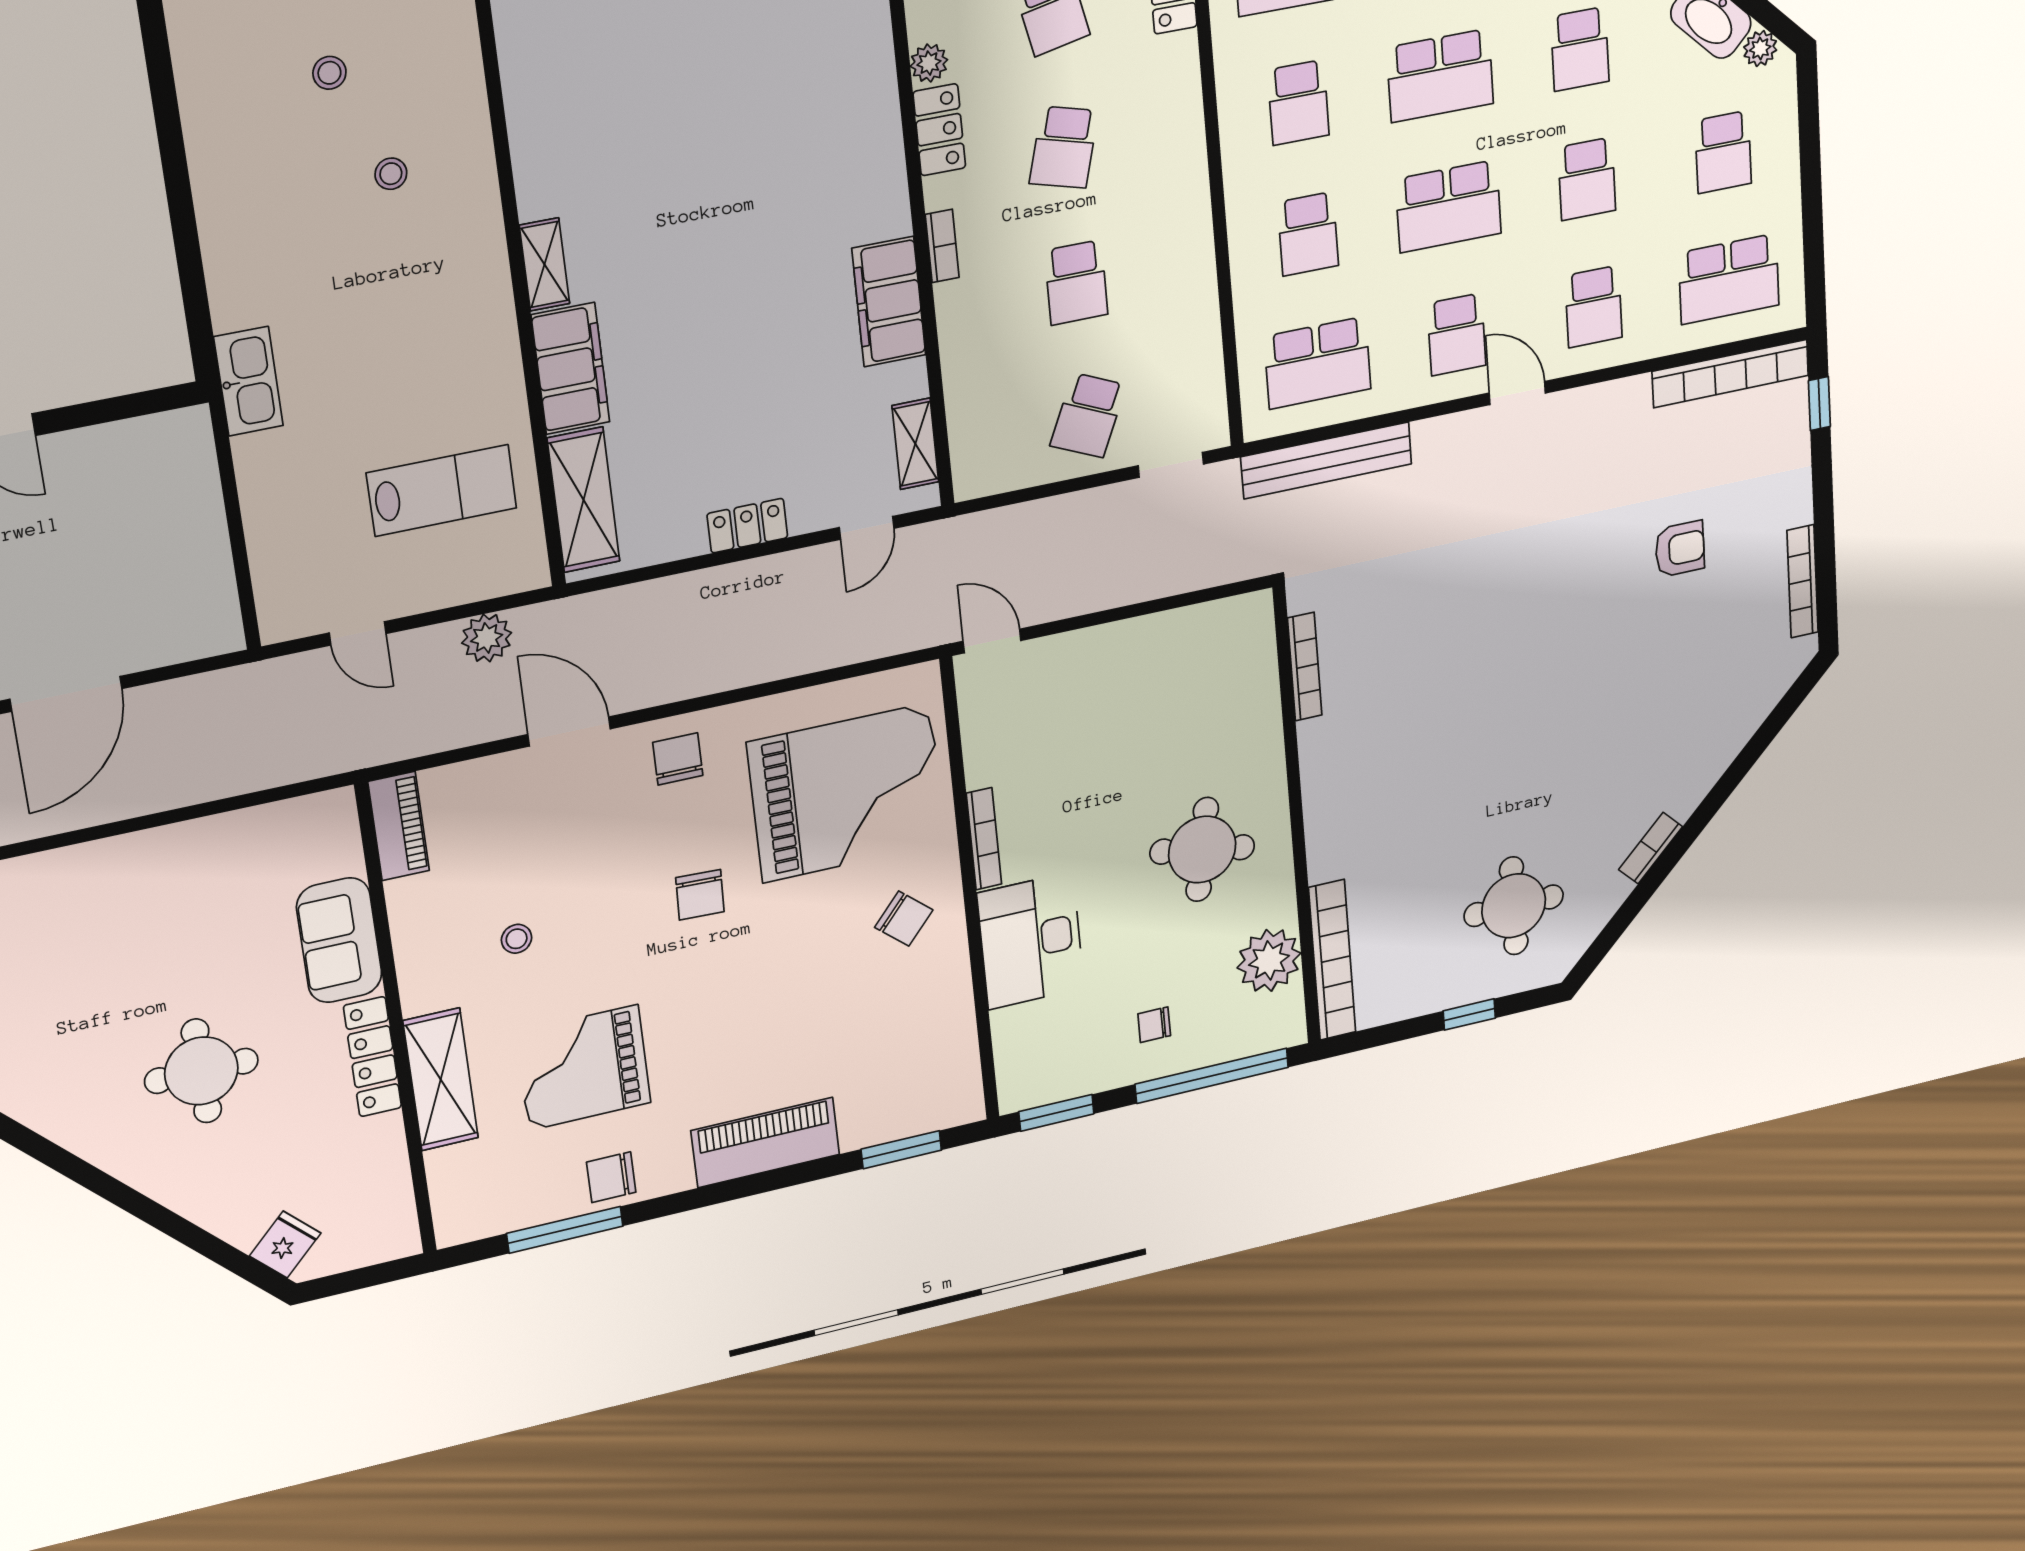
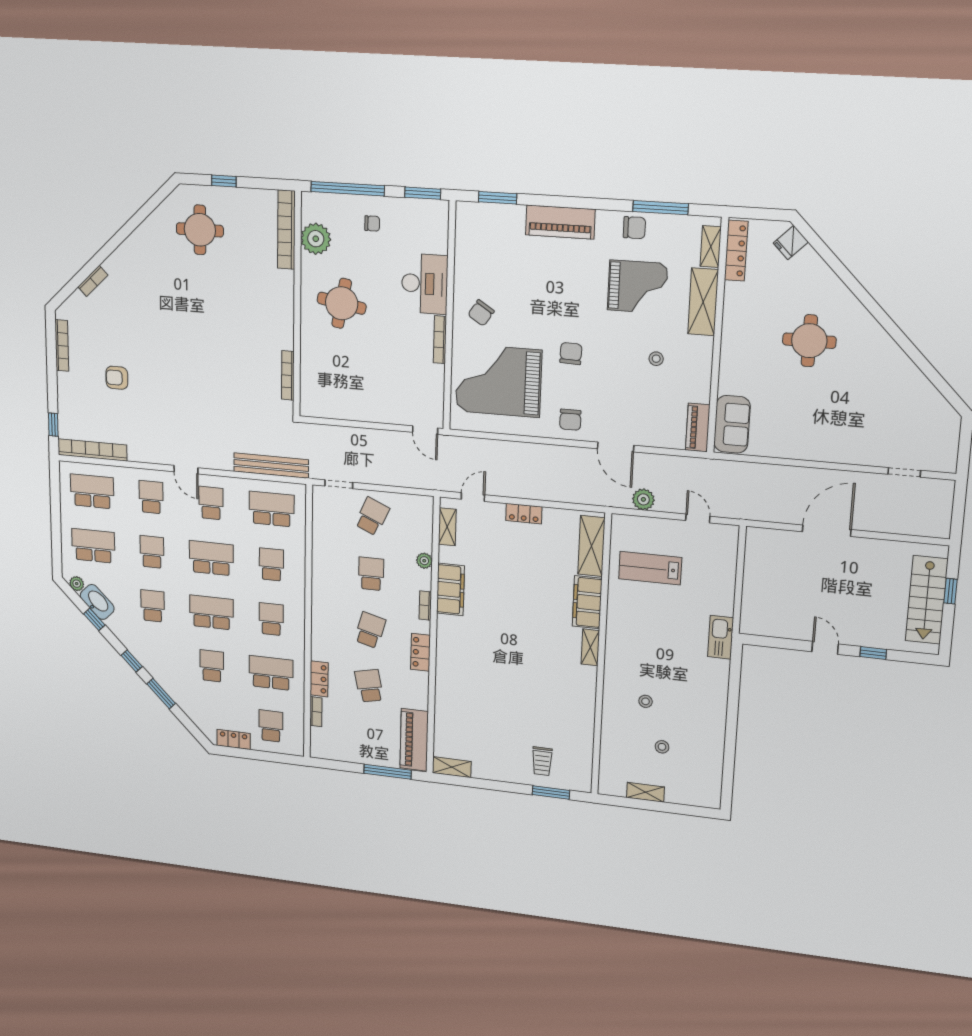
plant: (929, 63) -> (424, 561), moved
school desk: (1723, 152) -> (93, 546), width x1.85
bookcase: (1651, 848) -> (93, 281), moved
chair: (904, 919) -> (481, 313), turned -98
sofa: (339, 940) -> (732, 424), moved
locker: (372, 1057) -> (736, 251), moved
shelving: (447, 1188) -> (711, 247), added

